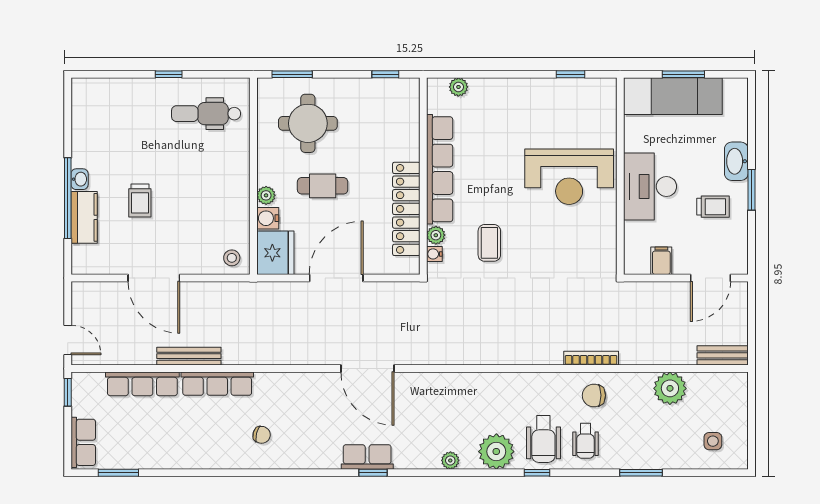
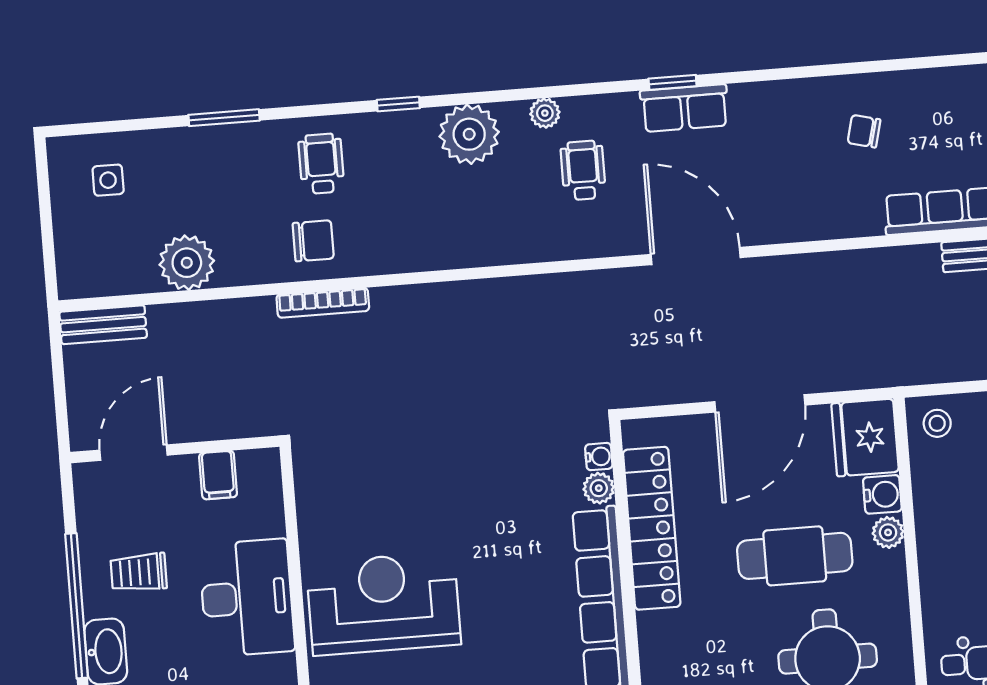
cafe table: (323, 186) -> (795, 556), width x1.37, depth x1.35
window: (751, 190) -> (77, 606), width x2.11
coffee table: (489, 243) -> (508, 482), removed
wheelchair: (543, 439) -> (583, 170), moved, width x0.73, depth x0.73

